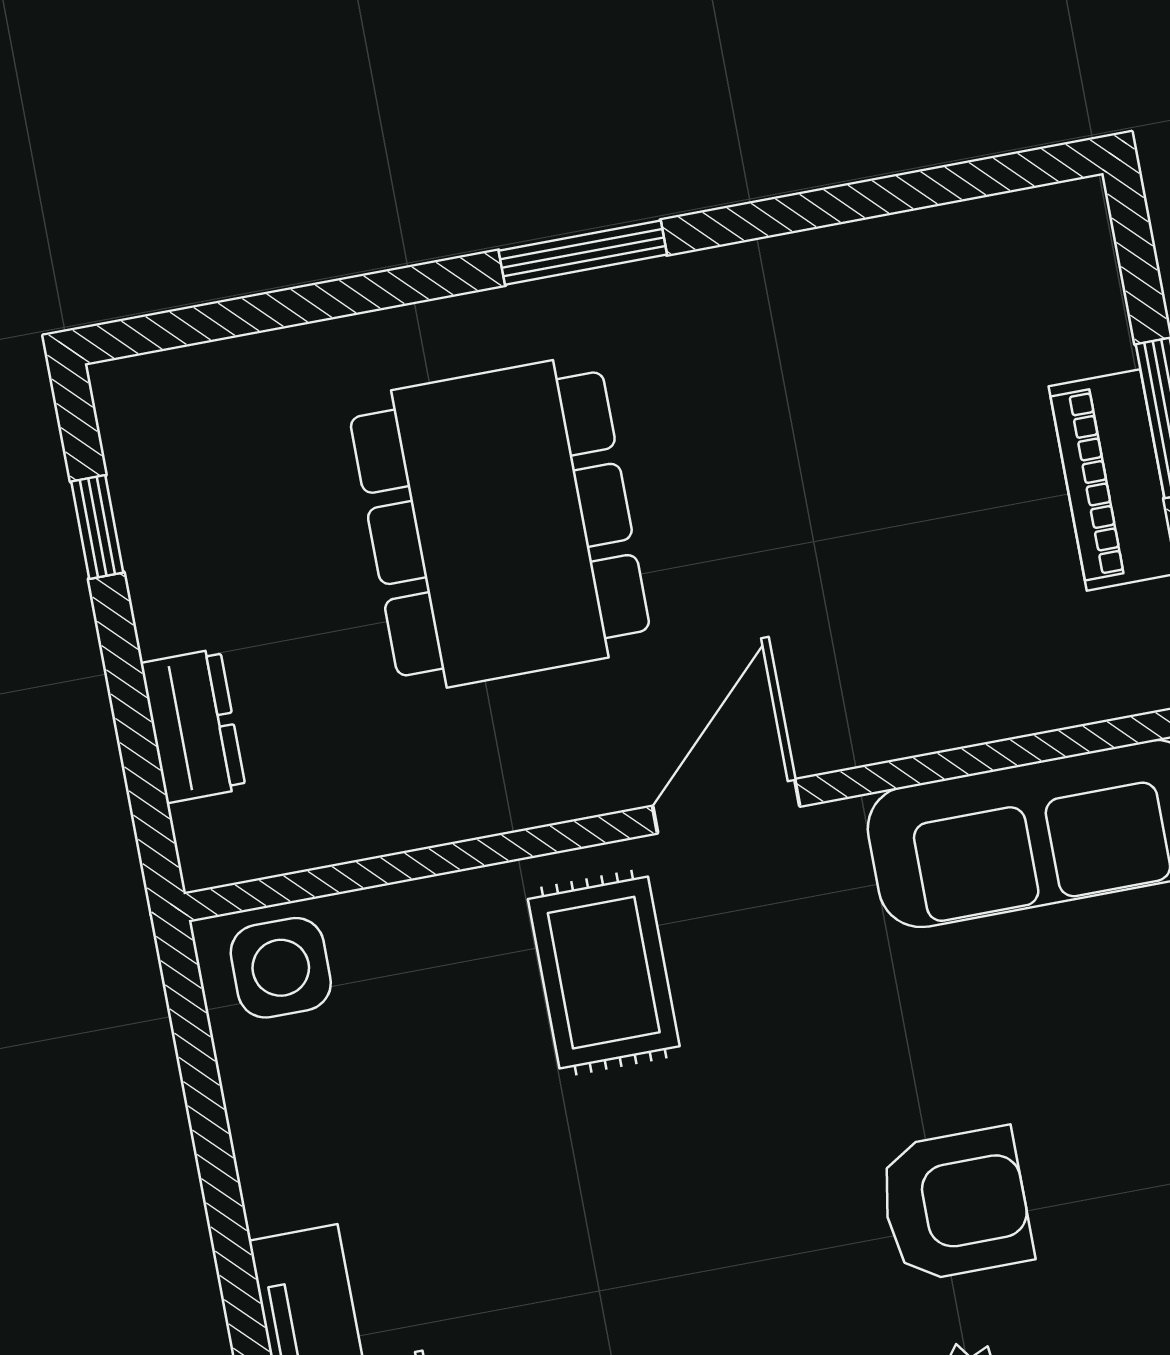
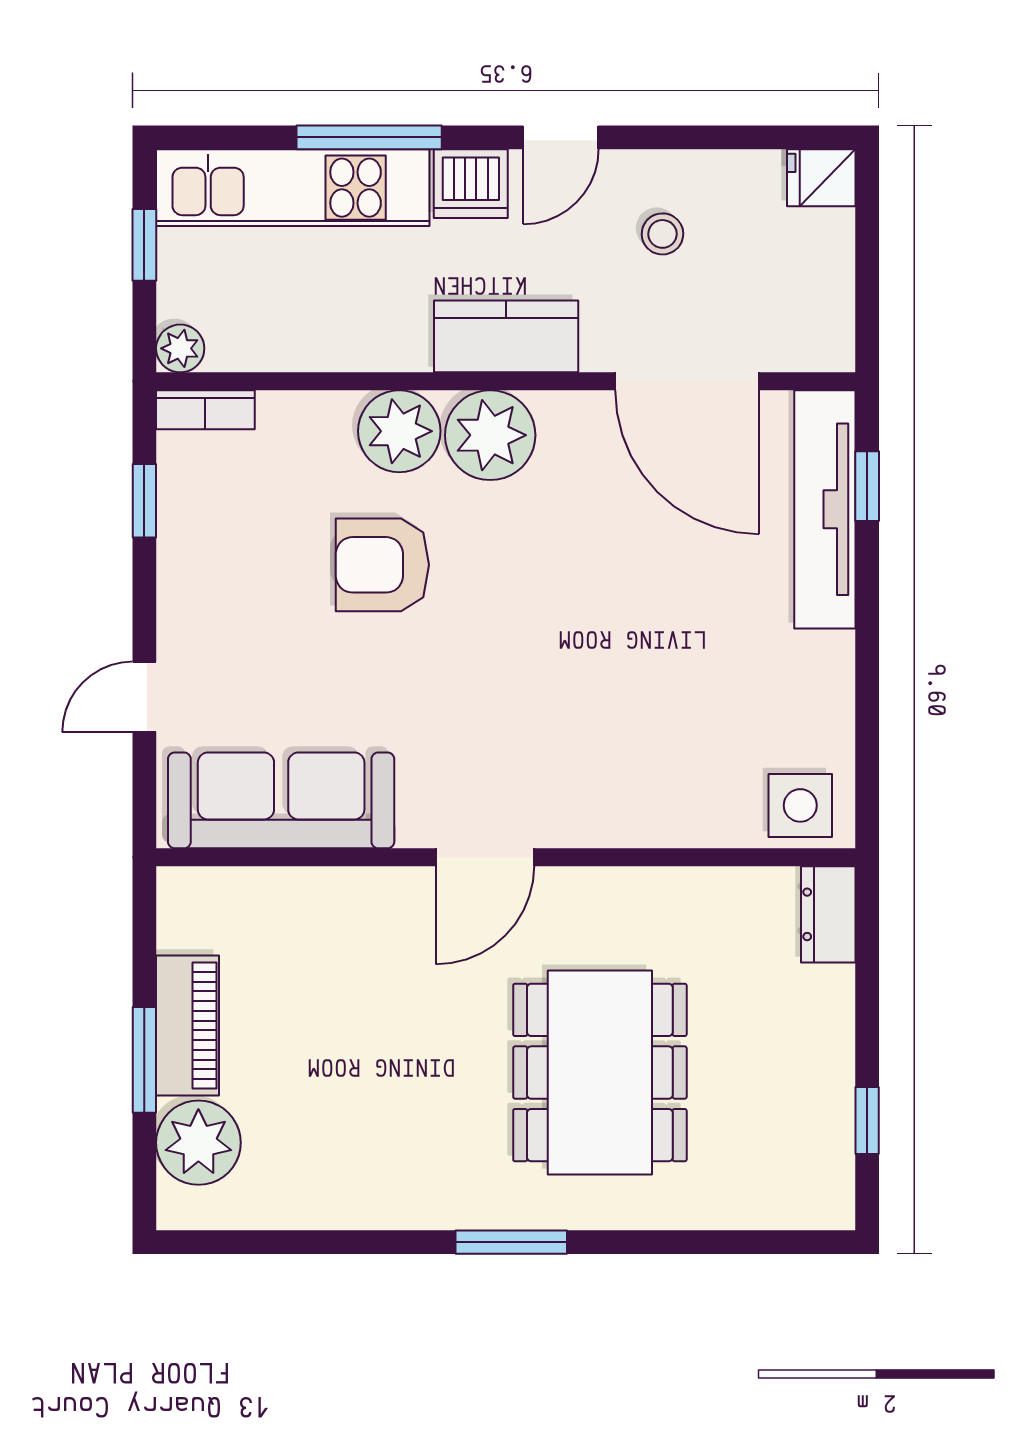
plant: (1066, 312) -> (198, 1143), added
dresser: (193, 726) -> (828, 914), moved
rug: (604, 973) -> (587, 762), removed

